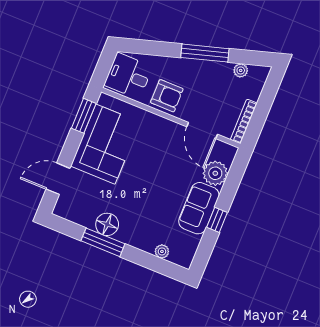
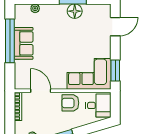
corner sofa: (105, 144) -> (89, 74), moved, turned 90
plant: (215, 173) -> (22, 68), removed
window: (217, 220) -> (10, 41), width x3.17

